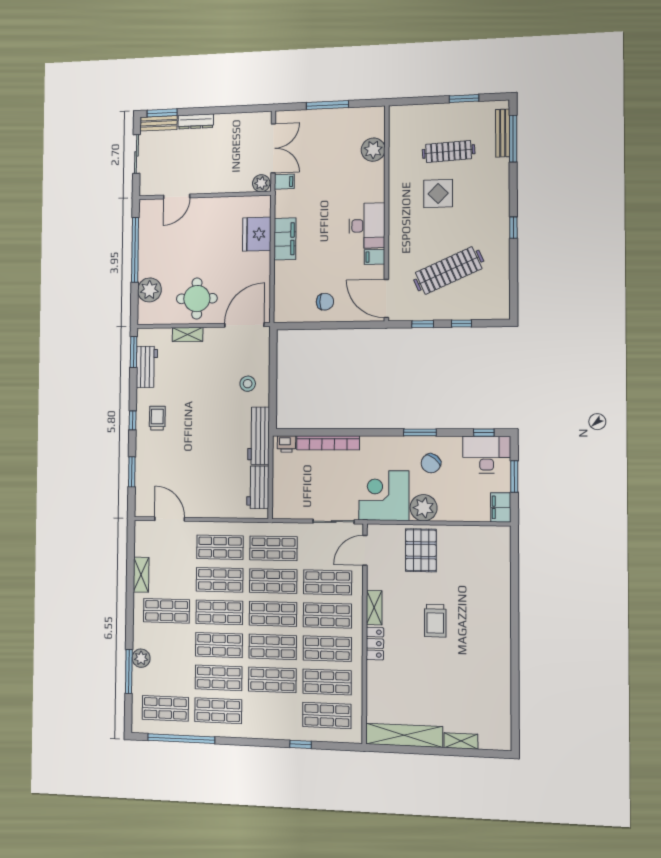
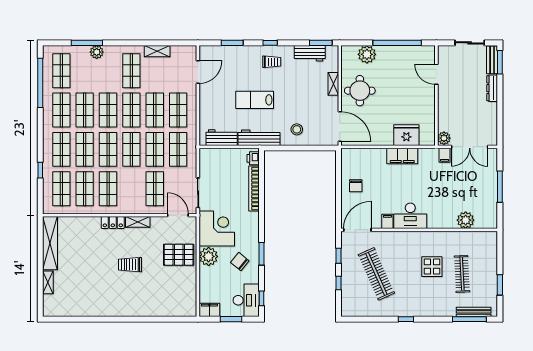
lab bench: (207, 442) -> (255, 100), added
shop shelf: (327, 615) -> (61, 149), moved

